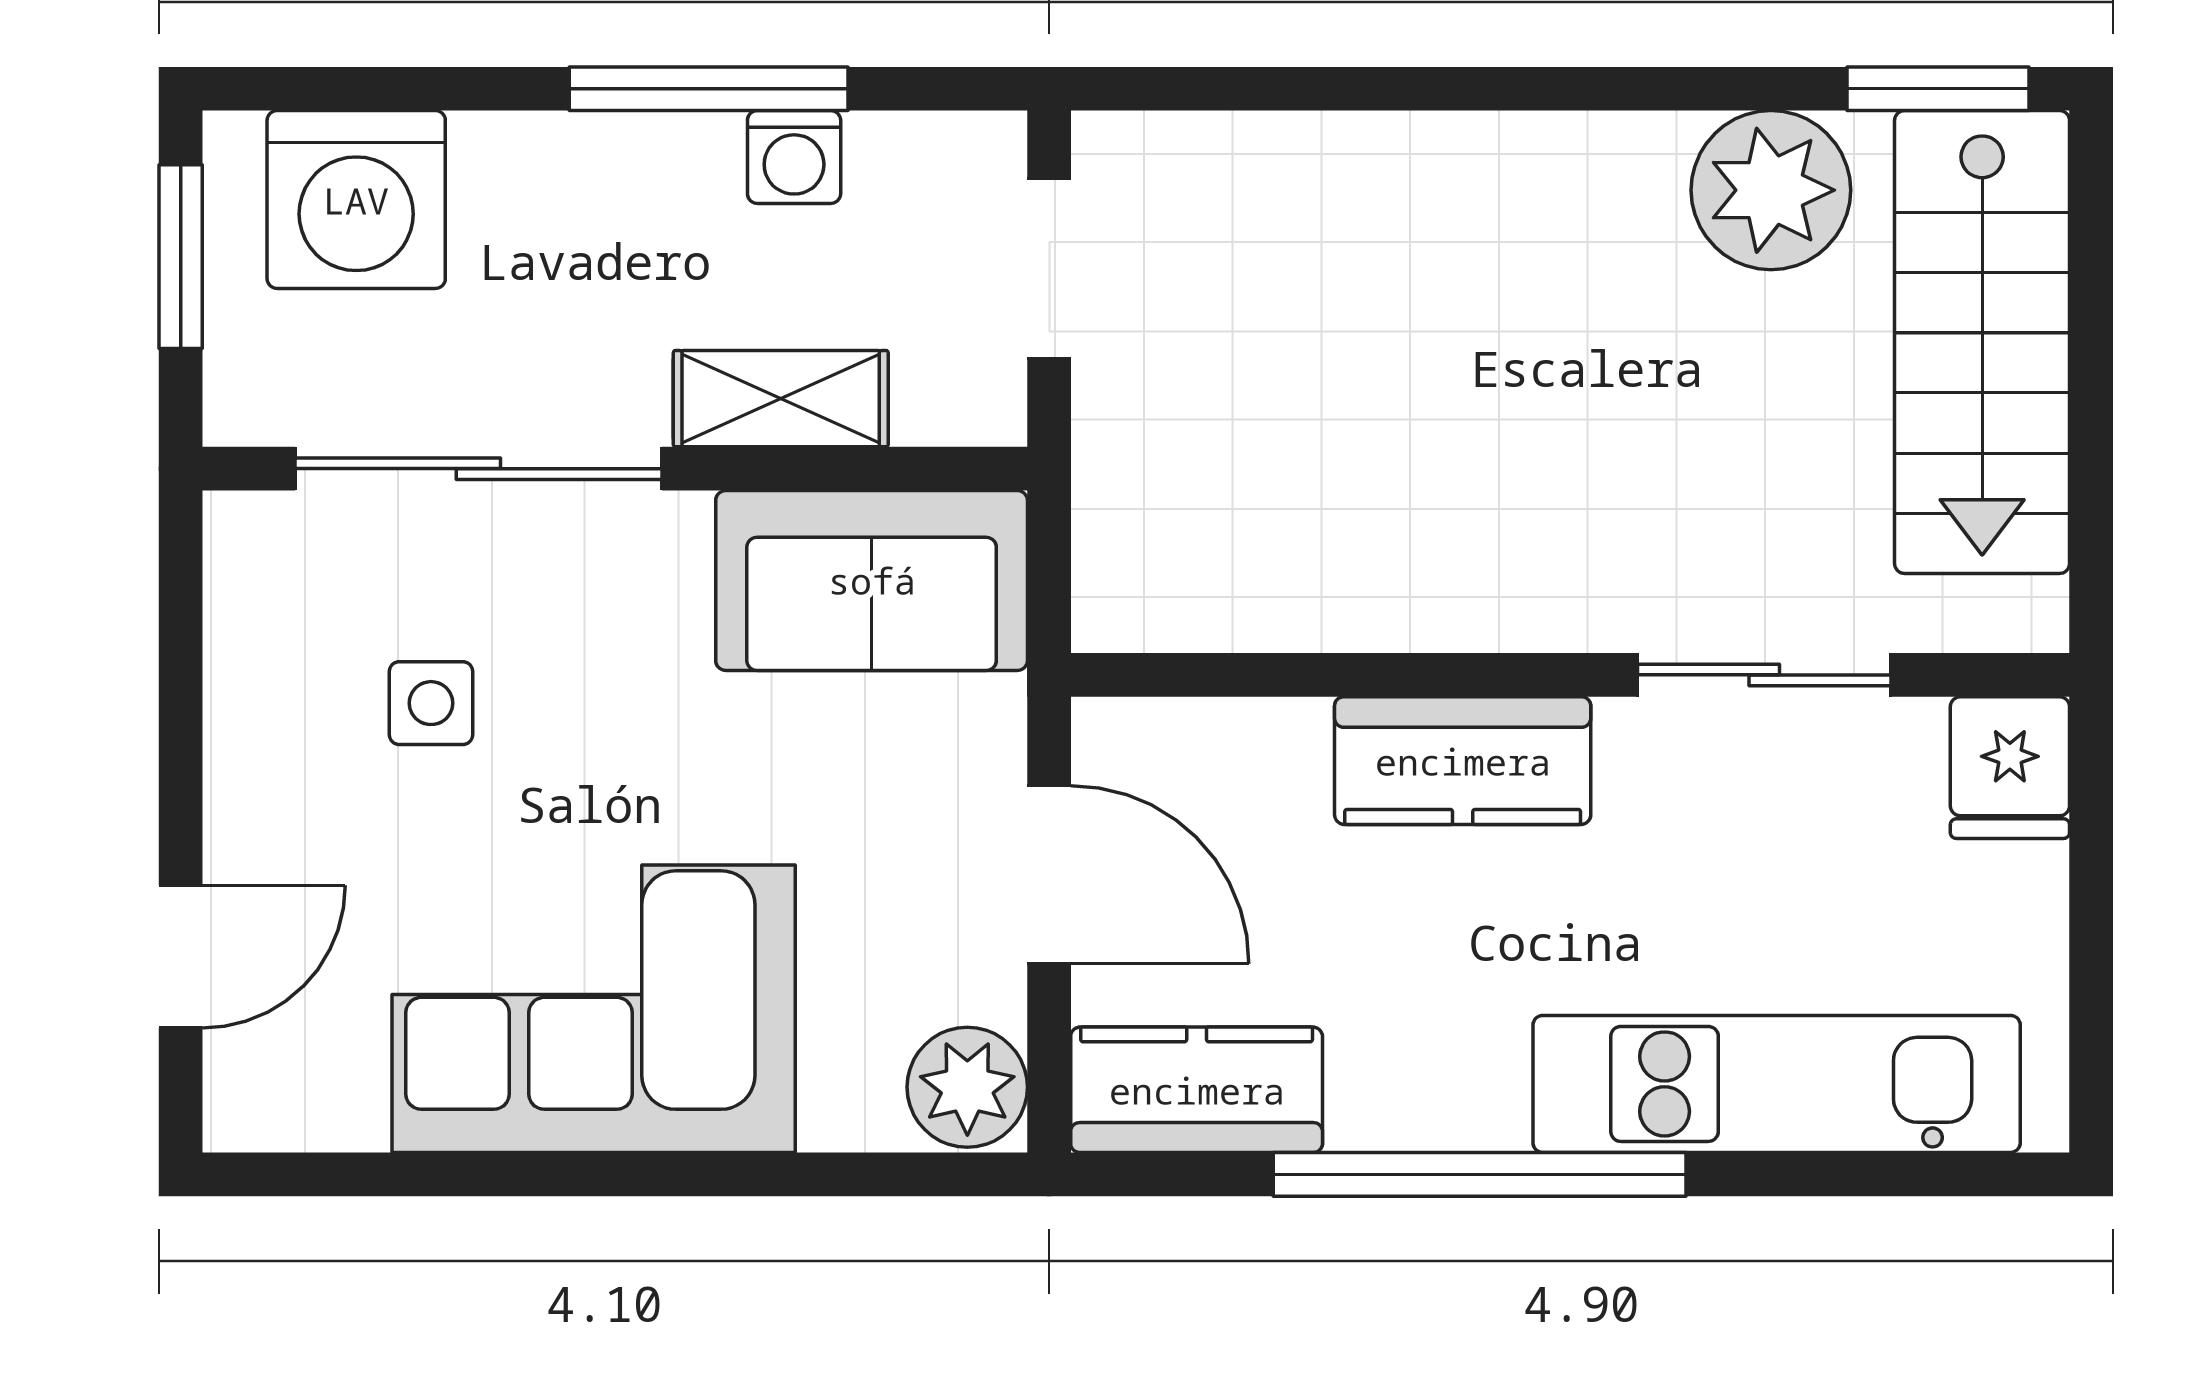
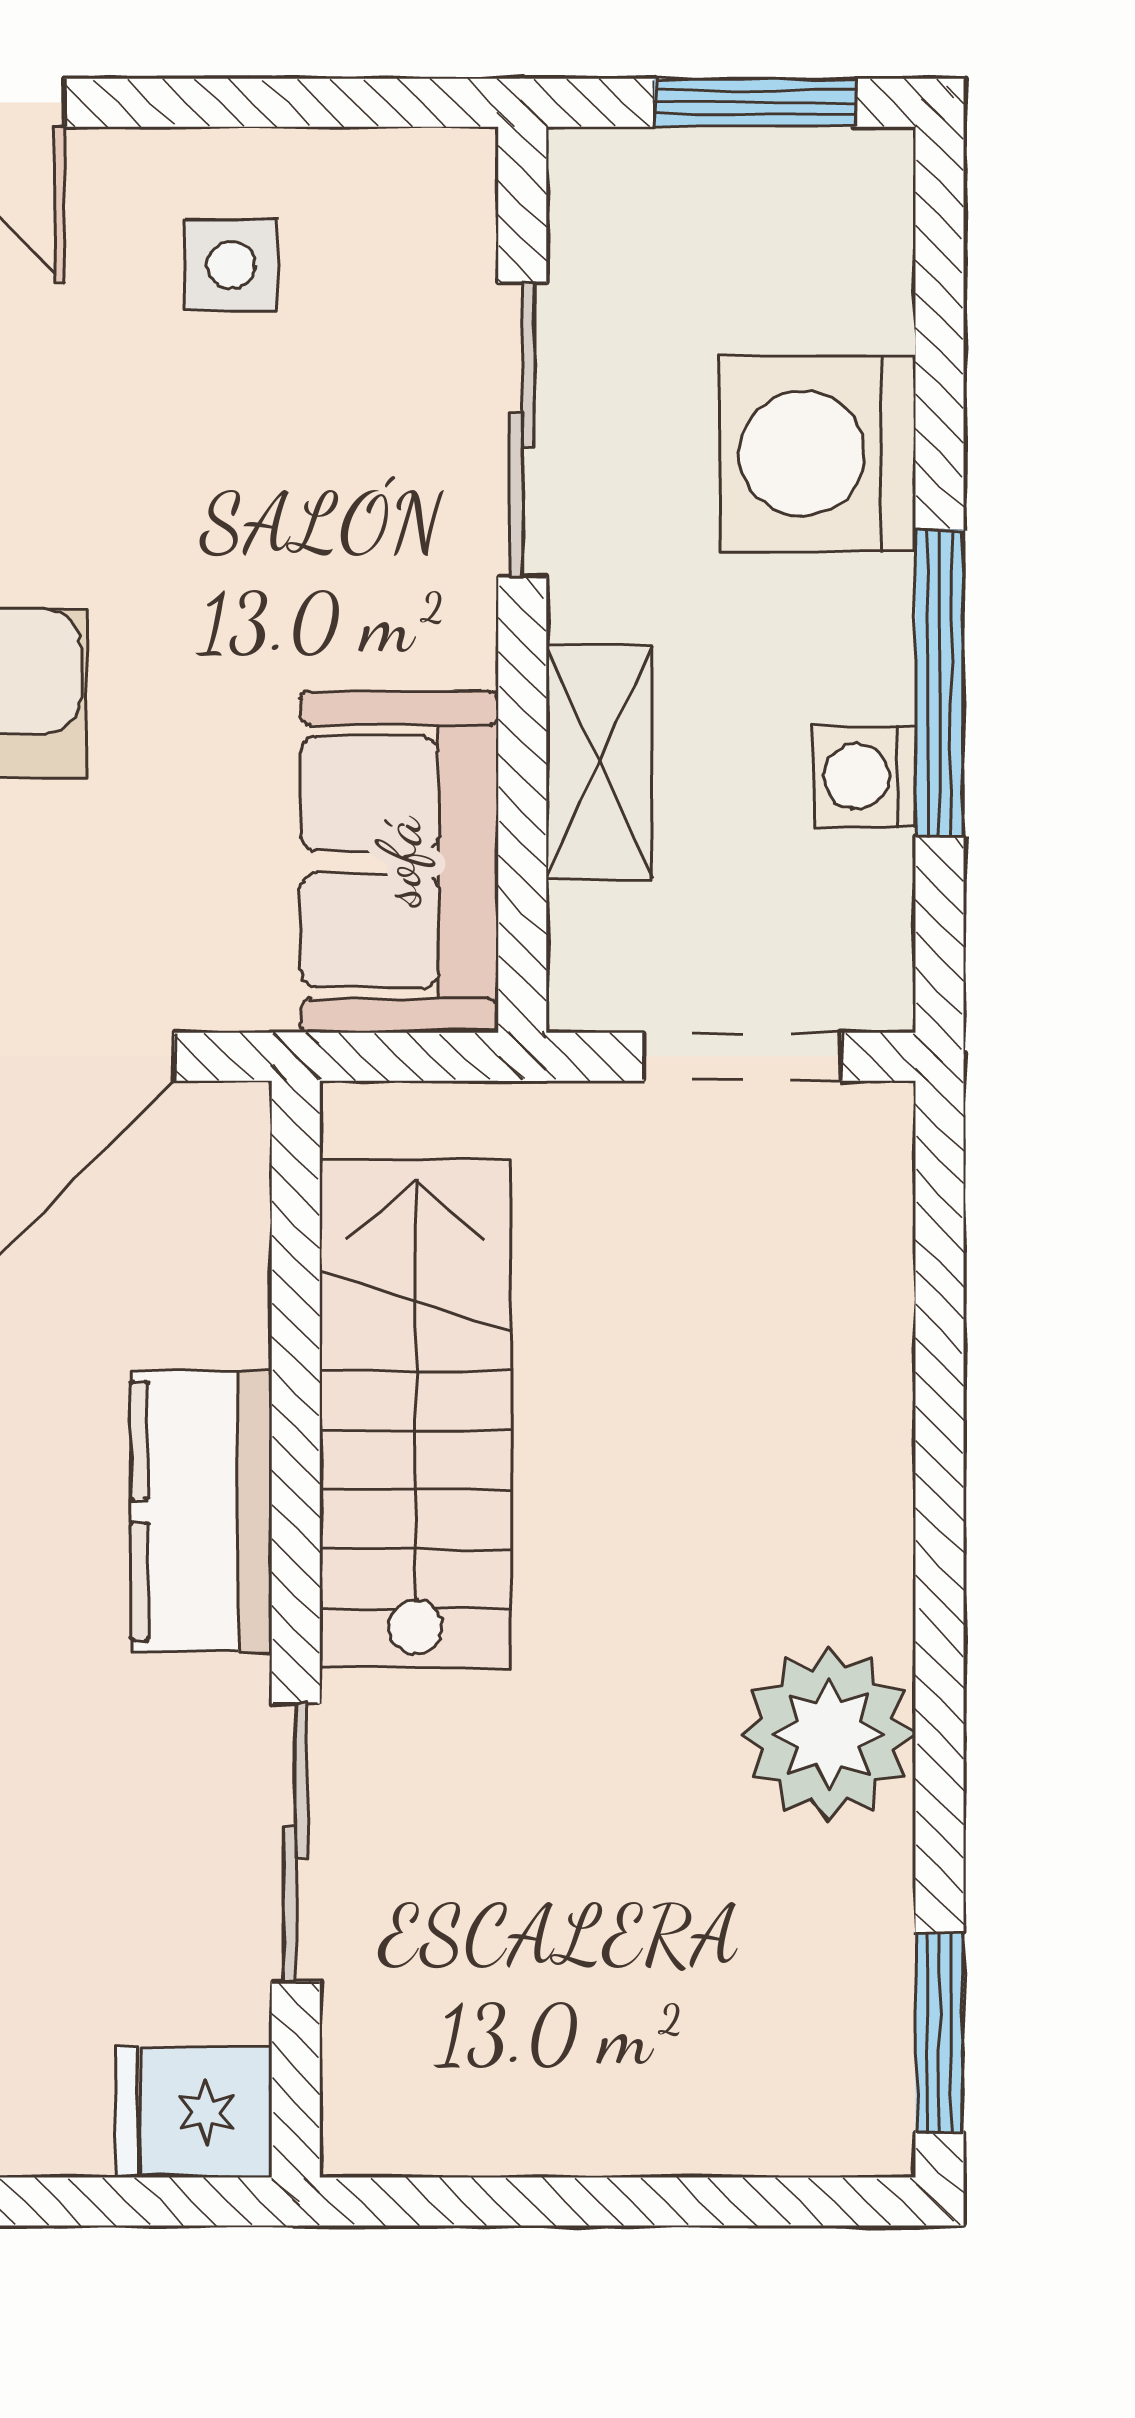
plant: (1771, 190) -> (828, 1734), moved
washing machine: (356, 200) -> (818, 454), moved
stairs: (1982, 342) -> (415, 1413), moved, turned 90
sliding door: (478, 469) -> (522, 430), width x0.73
side table: (431, 703) -> (231, 265), moved

